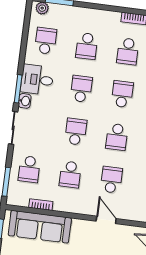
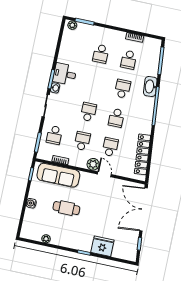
school desk: (46, 41) -> (73, 48), removed
school desk: (81, 89) -> (95, 83), removed
school desk: (70, 174) -> (82, 141), turned 180
plant: (89, 207) -> (93, 164), added

